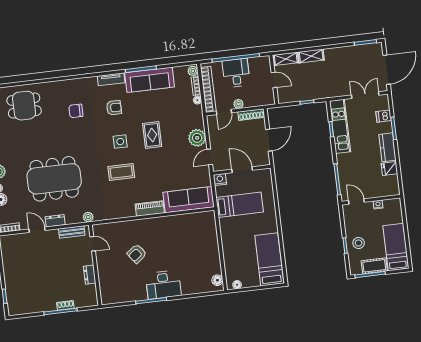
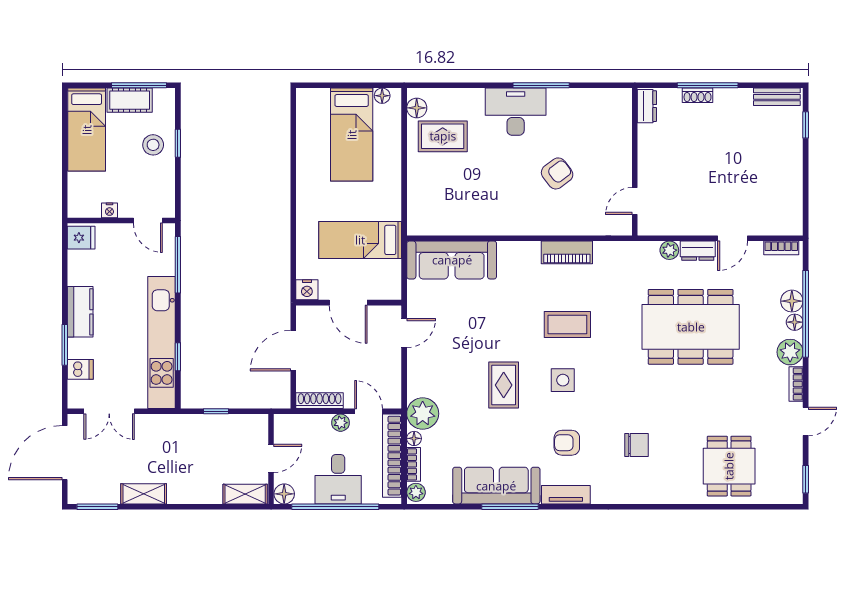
shelving: (311, 56) -> (144, 494), moved
floor lamp: (264, 61) -> (284, 494), added
door: (274, 80) -> (271, 458), swing flipped
dining table: (24, 106) -> (729, 466), turned 90
door: (224, 112) -> (369, 411), hinge flipped
kitchen unit: (340, 126) -> (162, 343), width x1.36
plant: (197, 138) -> (423, 414), moved
fridge: (389, 168) -> (81, 238), moved
nightstand: (220, 180) -> (307, 290), moved
piano: (150, 209) -> (567, 252), moved
plant: (88, 217) -> (669, 250), moved
door: (37, 230) -> (733, 238), hinge flipped
bench: (72, 232) -> (777, 97), moved
door: (93, 244) -> (635, 201), hinge flipped
bed: (269, 259) -> (352, 135), moved
rug: (201, 266) -> (443, 136), added
dresser: (90, 275) -> (647, 106), moved

